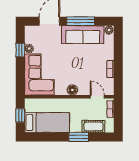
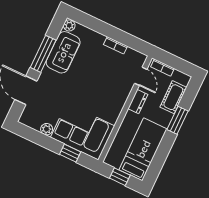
sofa: (83, 35) -> (63, 52), width x0.73
window: (20, 50) -> (70, 153), moved
floor lamp: (72, 90) -> (119, 102), removed
door: (97, 97) -> (141, 76), swing flipped
dresser: (79, 103) -> (138, 102), added

